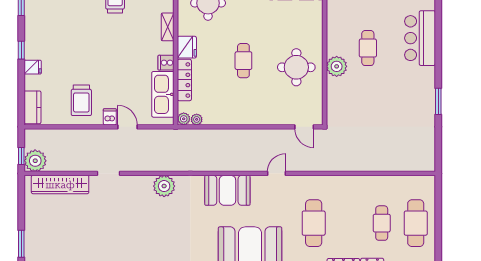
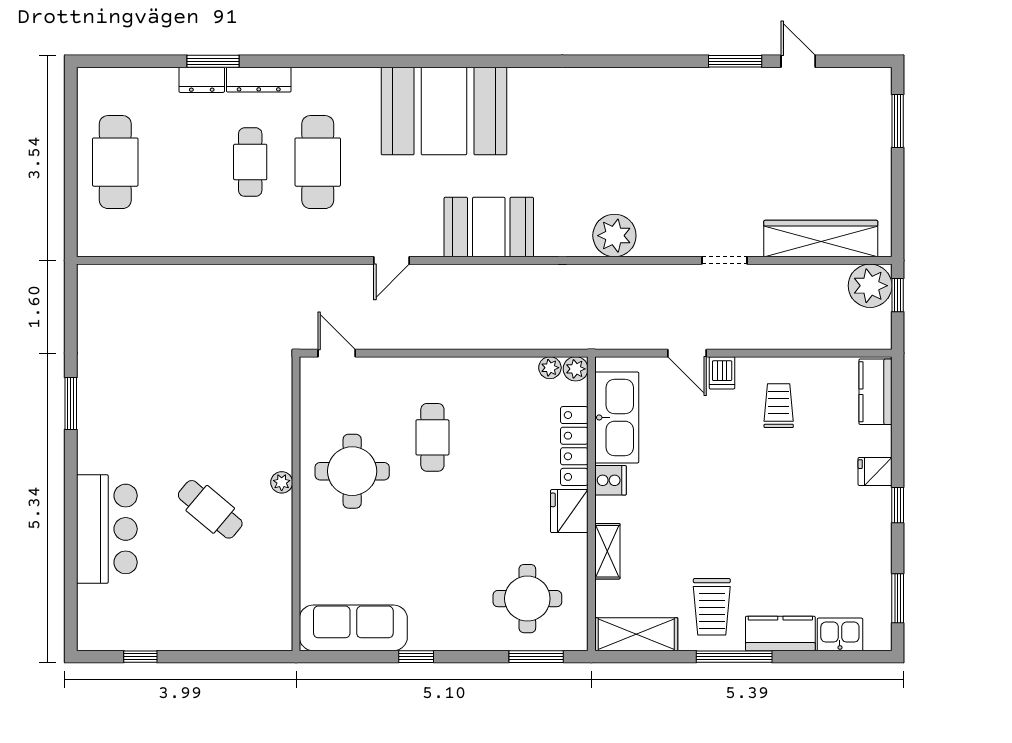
cafe table: (368, 48) -> (210, 509), turned -50
cafe table: (243, 61) -> (432, 437), moved
plant: (337, 66) -> (282, 482), width x0.53, depth x0.53
trolley: (81, 100) -> (779, 406), width x0.73, depth x0.72
cafe table: (382, 223) -> (250, 162), moved

